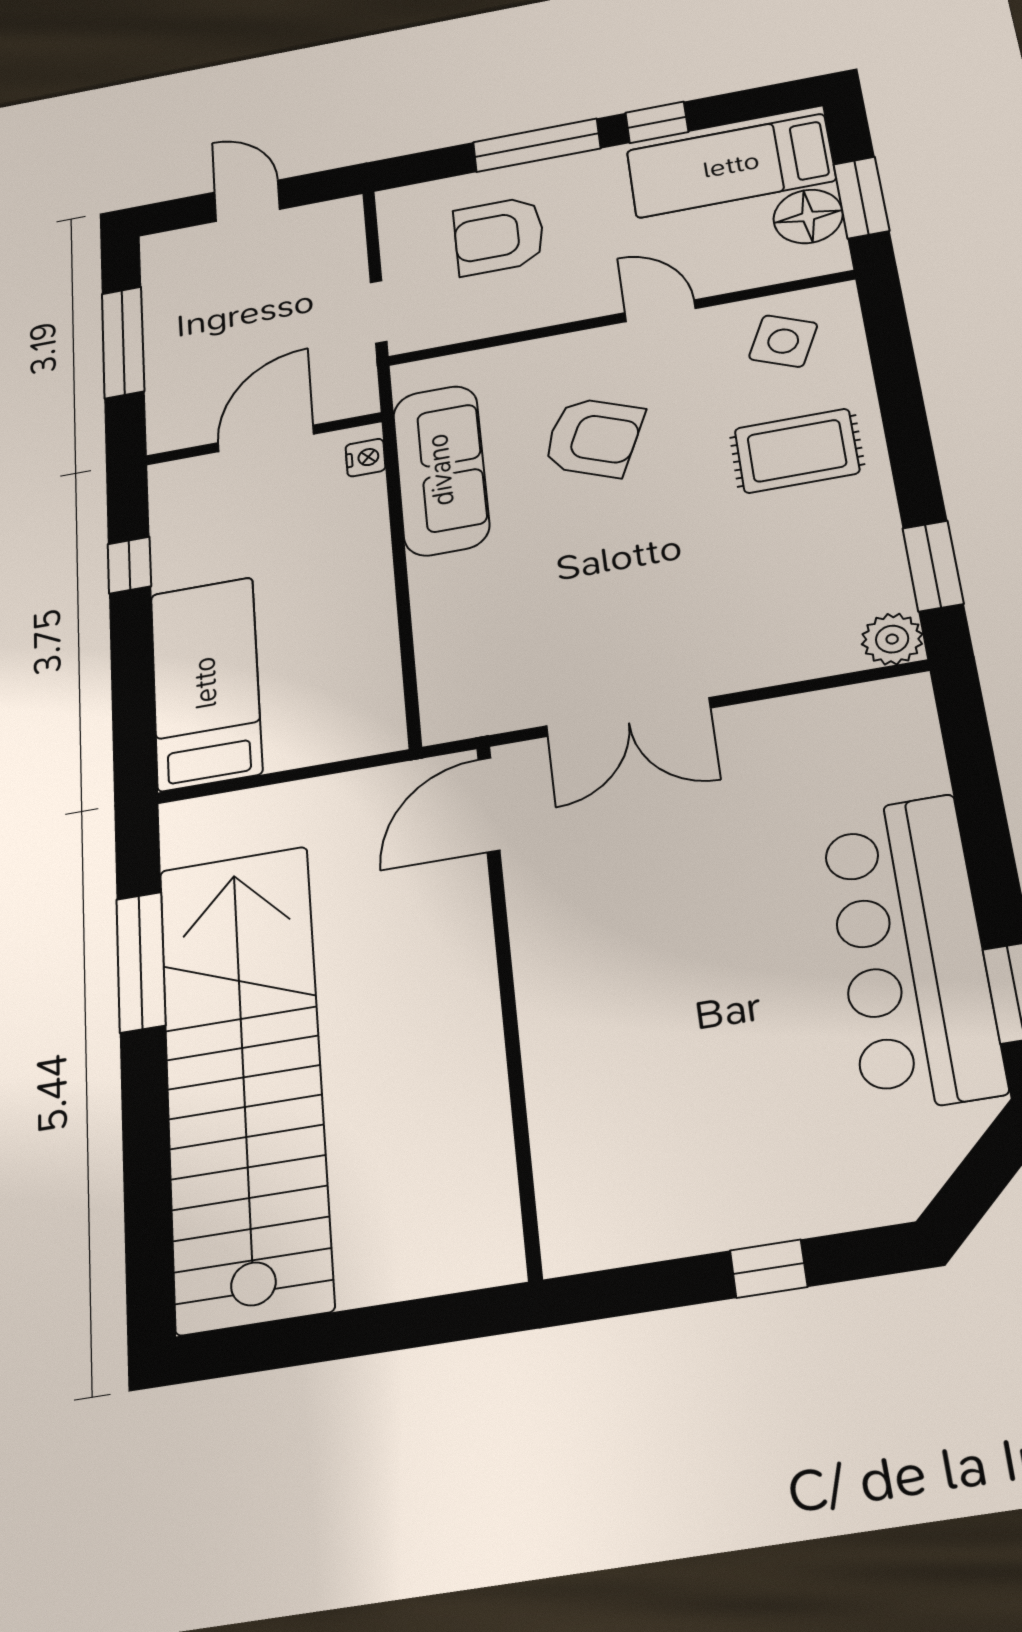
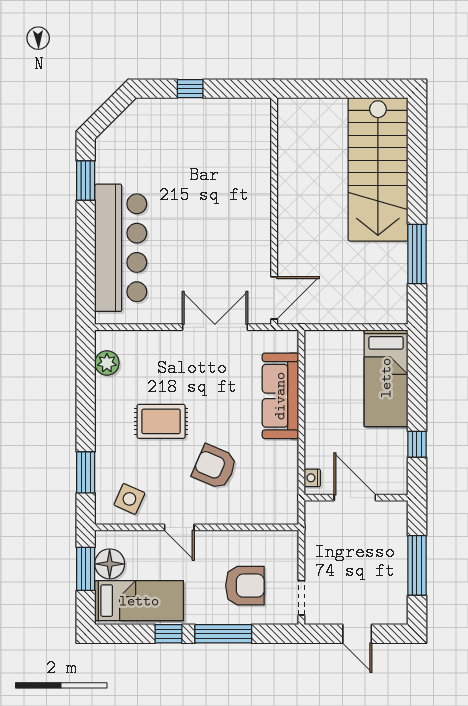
doorway: (379, 312) -> (301, 598), moved
door: (266, 438) -> (355, 498), swing flipped
rug: (797, 451) -> (161, 421), moved
sofa: (441, 470) -> (280, 396), moved
window: (933, 566) -> (86, 472), moved
plant: (892, 639) -> (107, 363), moved
bar counter: (912, 951) -> (121, 248), moved
stairs: (244, 1081) -> (378, 169), width x0.73

